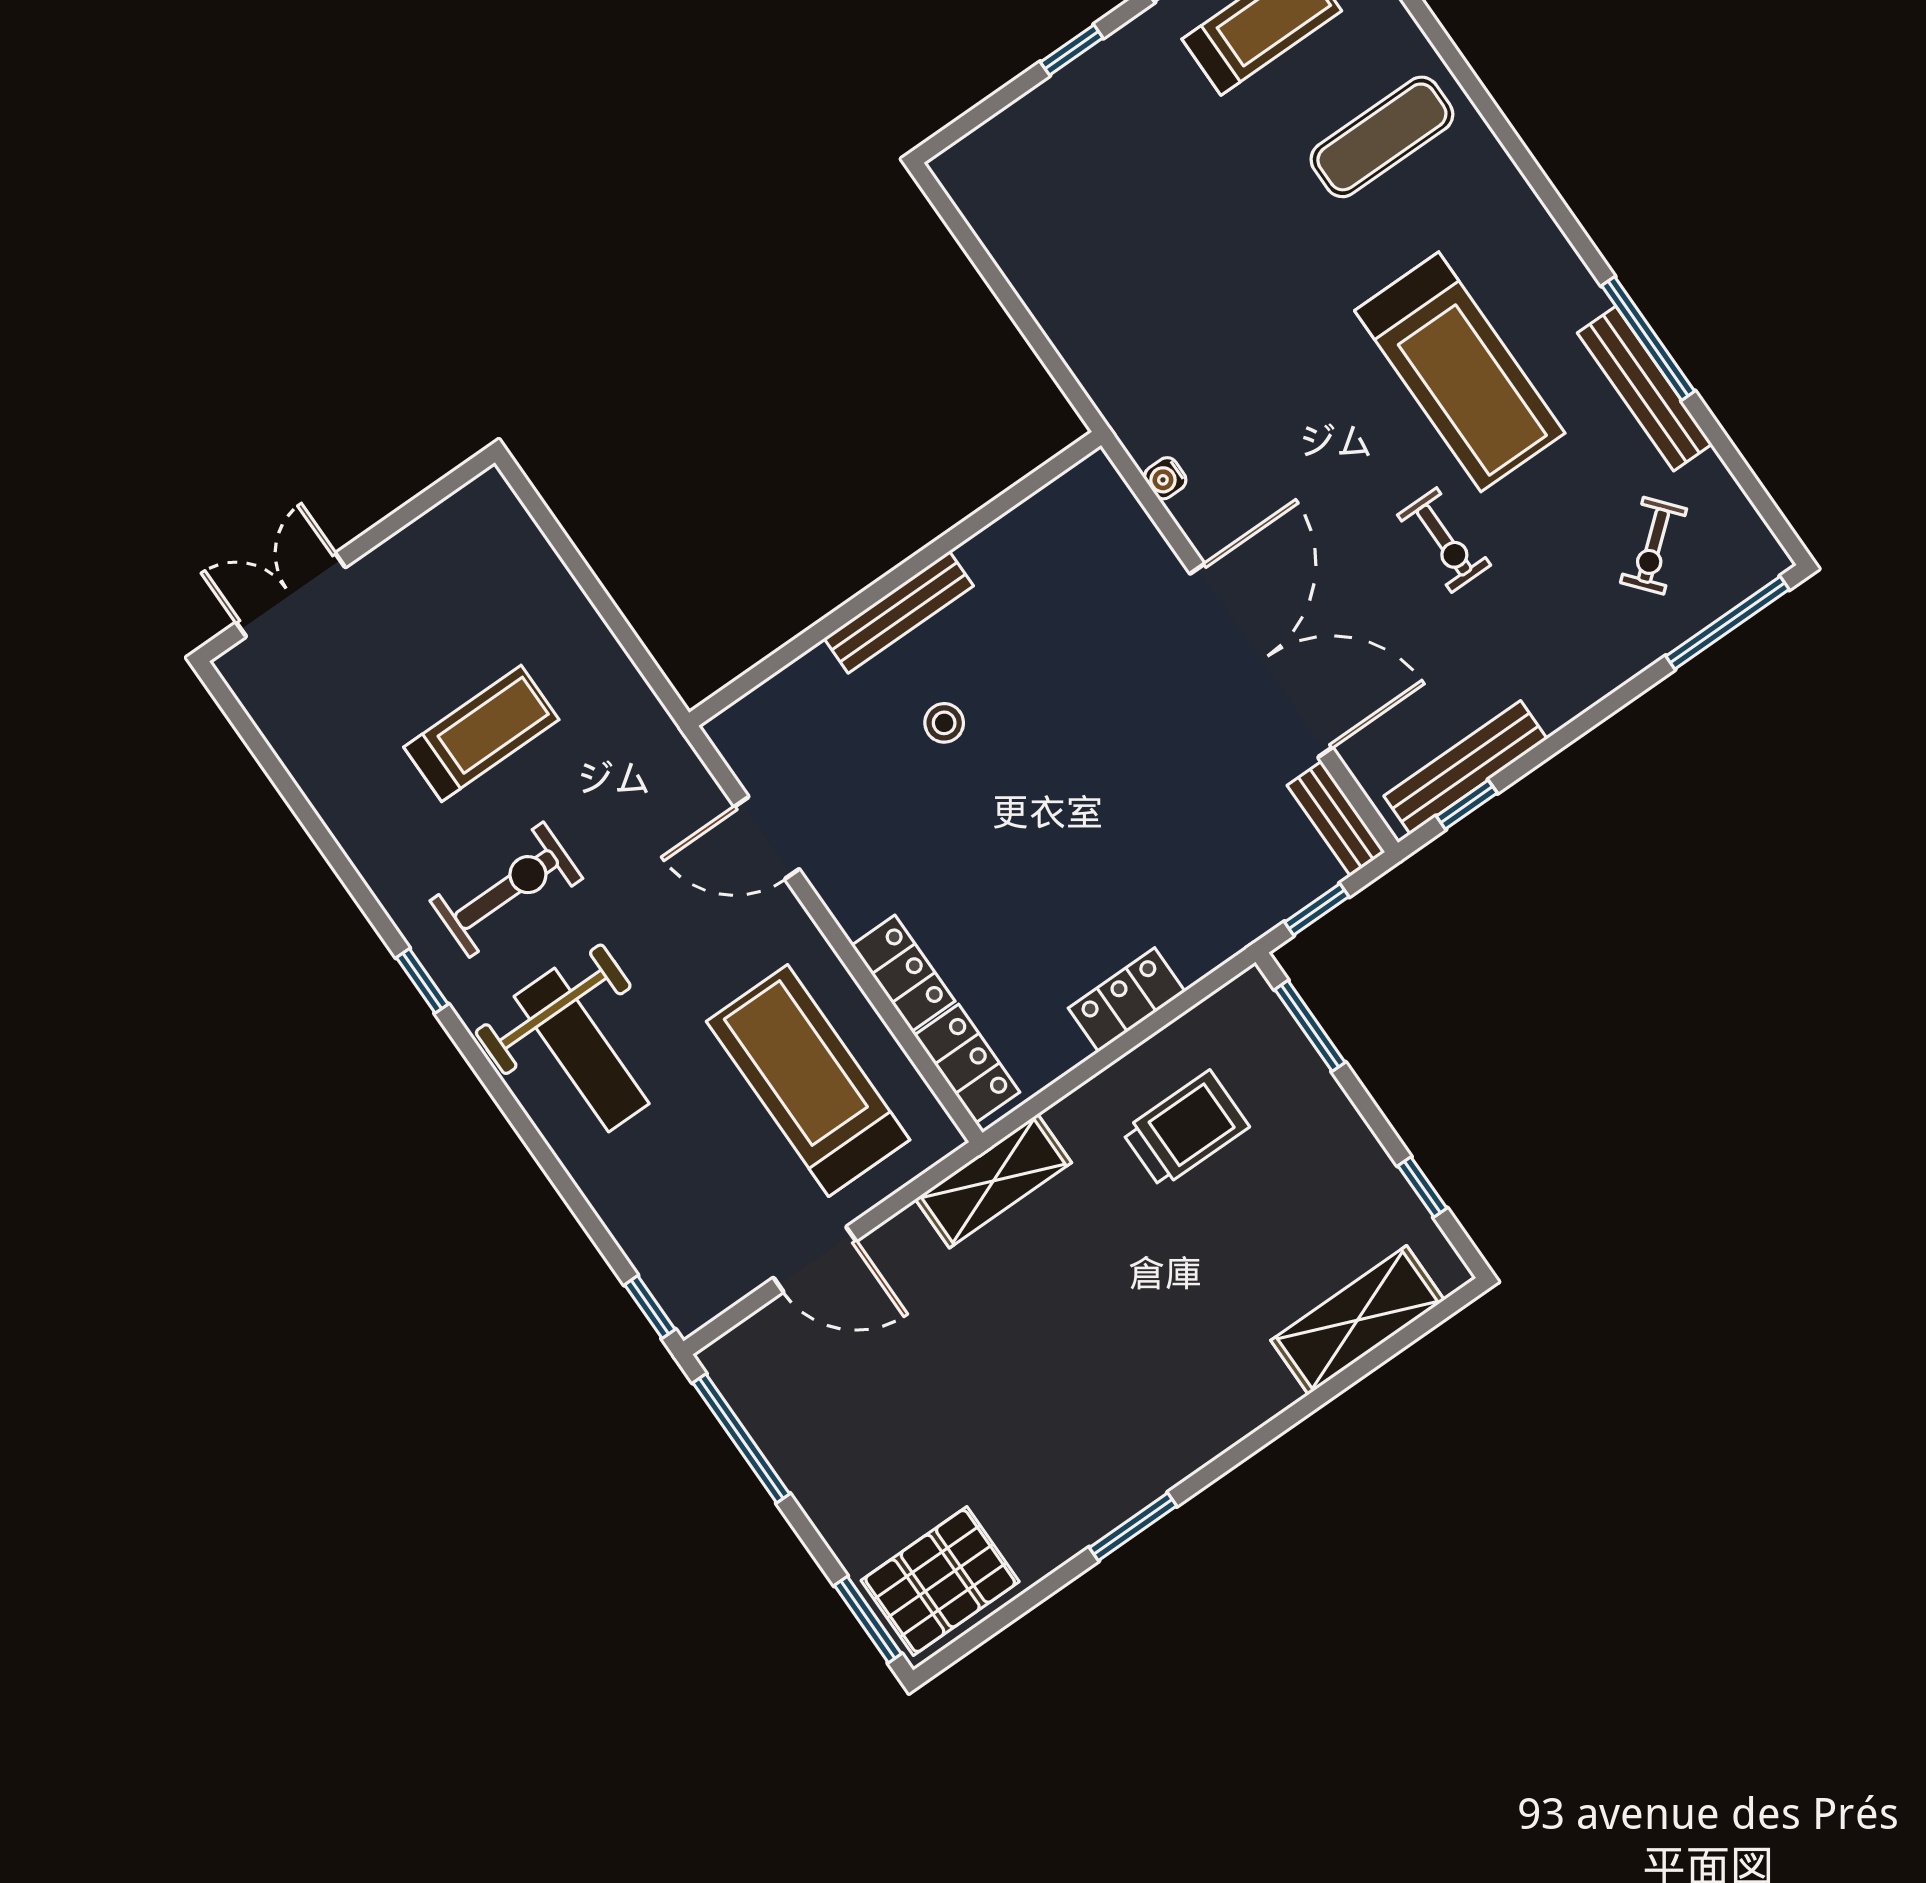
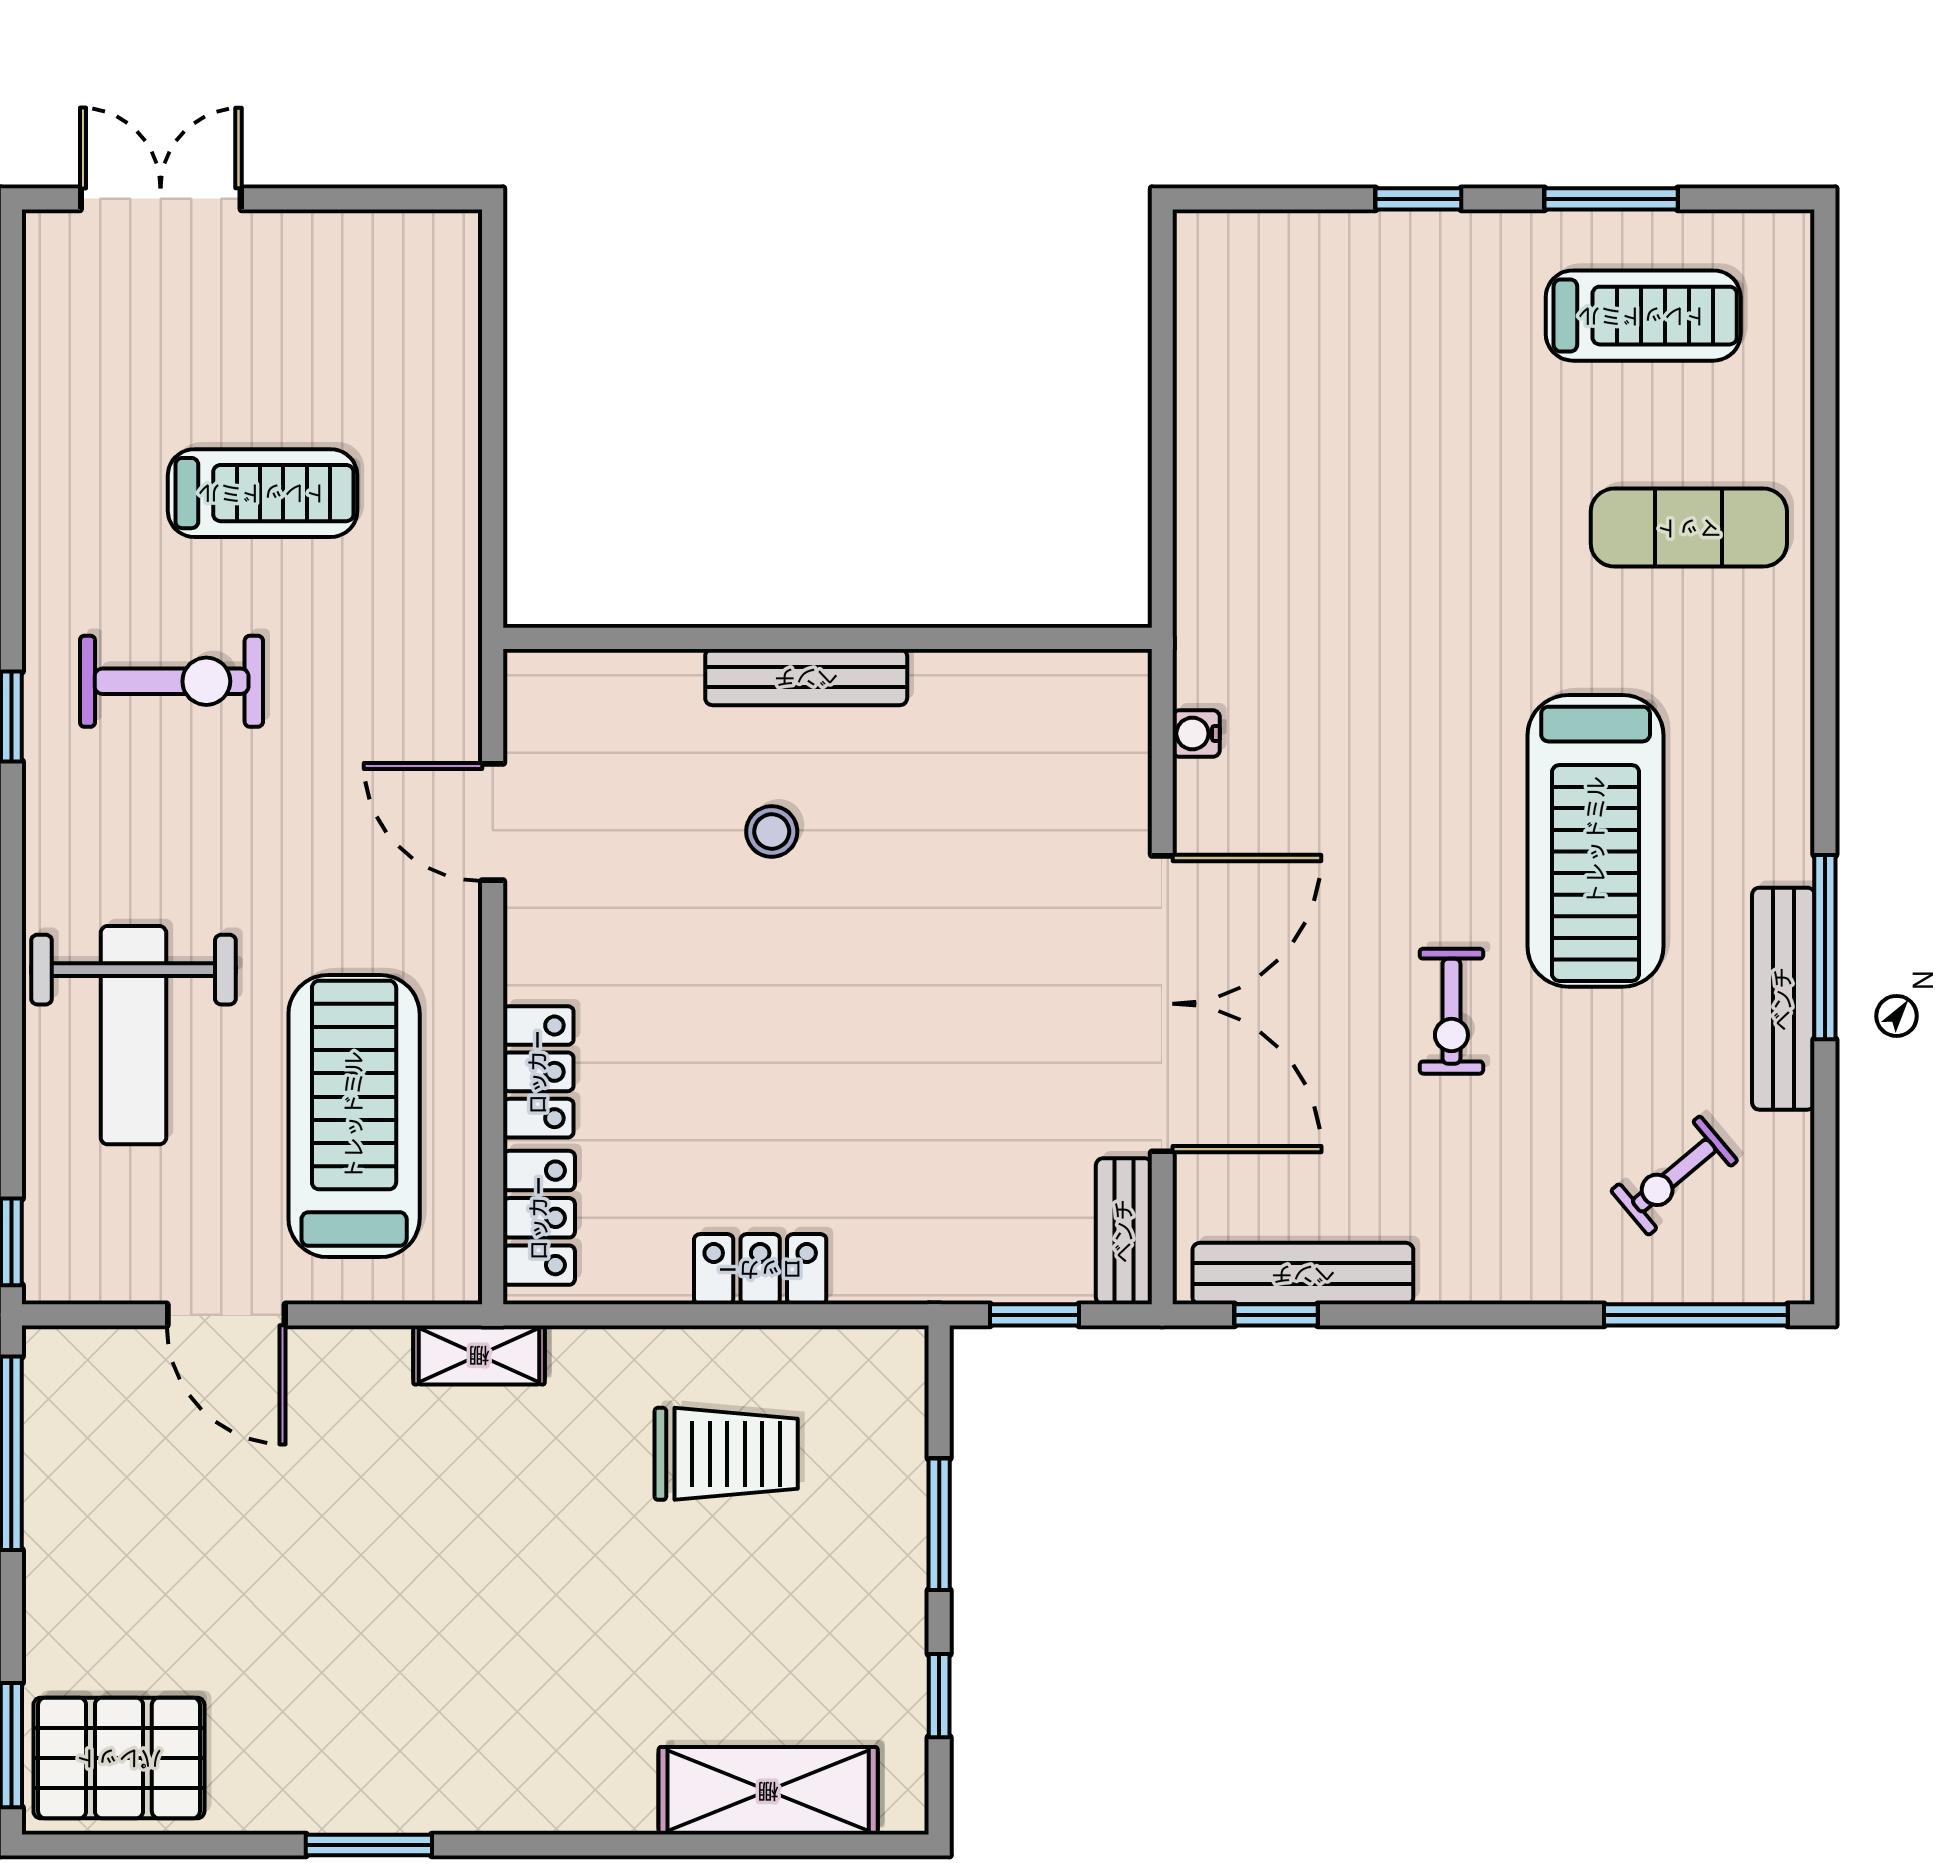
window: (1310, 1026) -> (939, 1524), moved
weight bench: (582, 1050) -> (133, 1035), moved
shelving: (993, 1181) -> (479, 1355), width x0.67, depth x0.75

